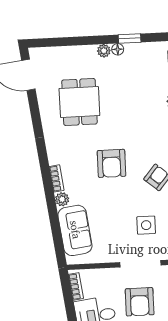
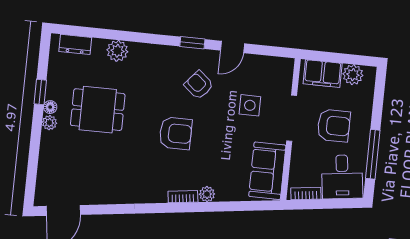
dining table: (79, 102) -> (98, 110), moved
sofa: (75, 230) -> (267, 171), moved, turned -83

